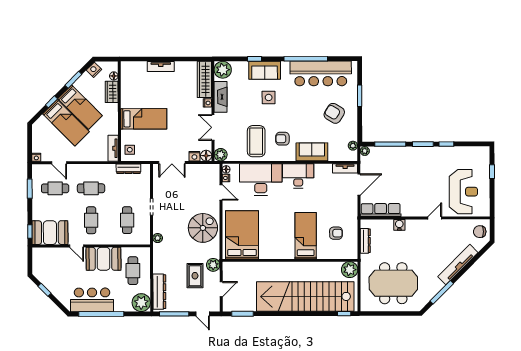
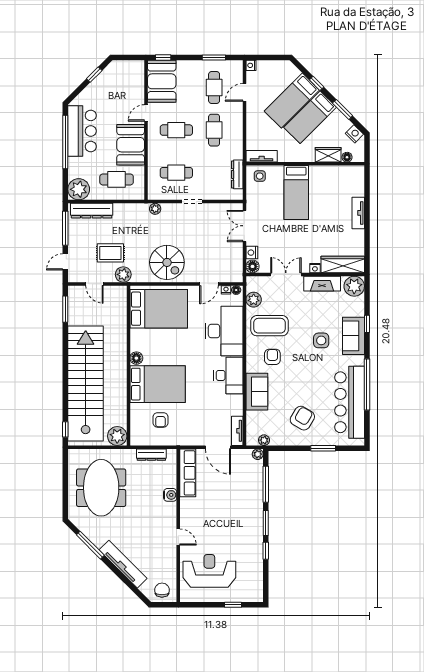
plant: (221, 155) -> (254, 300), moved
reception desk: (463, 192) -> (209, 571), turned 180
bed: (306, 236) -> (158, 384), width x1.50
floor lamp: (284, 254) -> (136, 358), added

